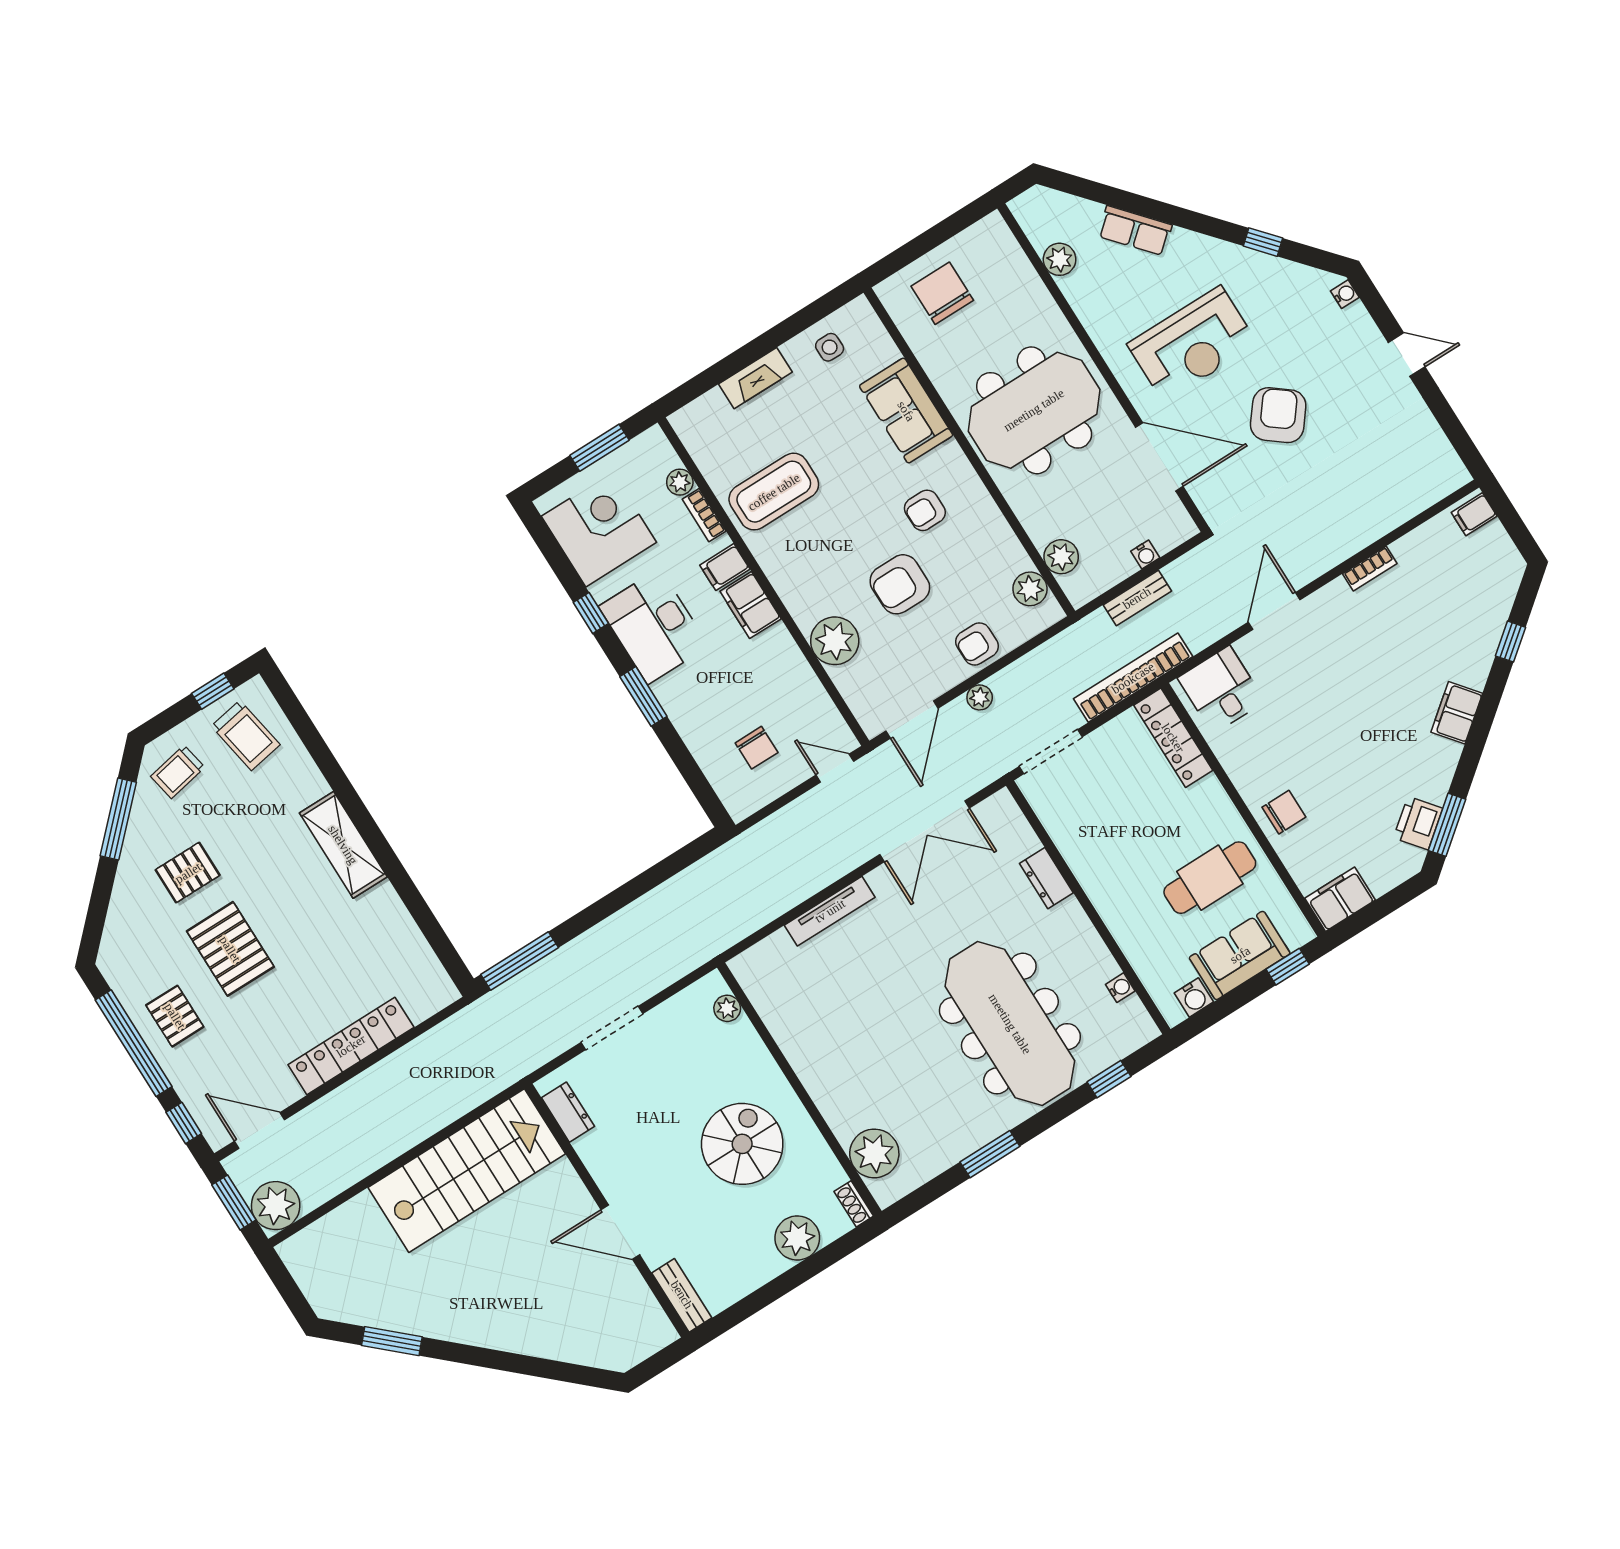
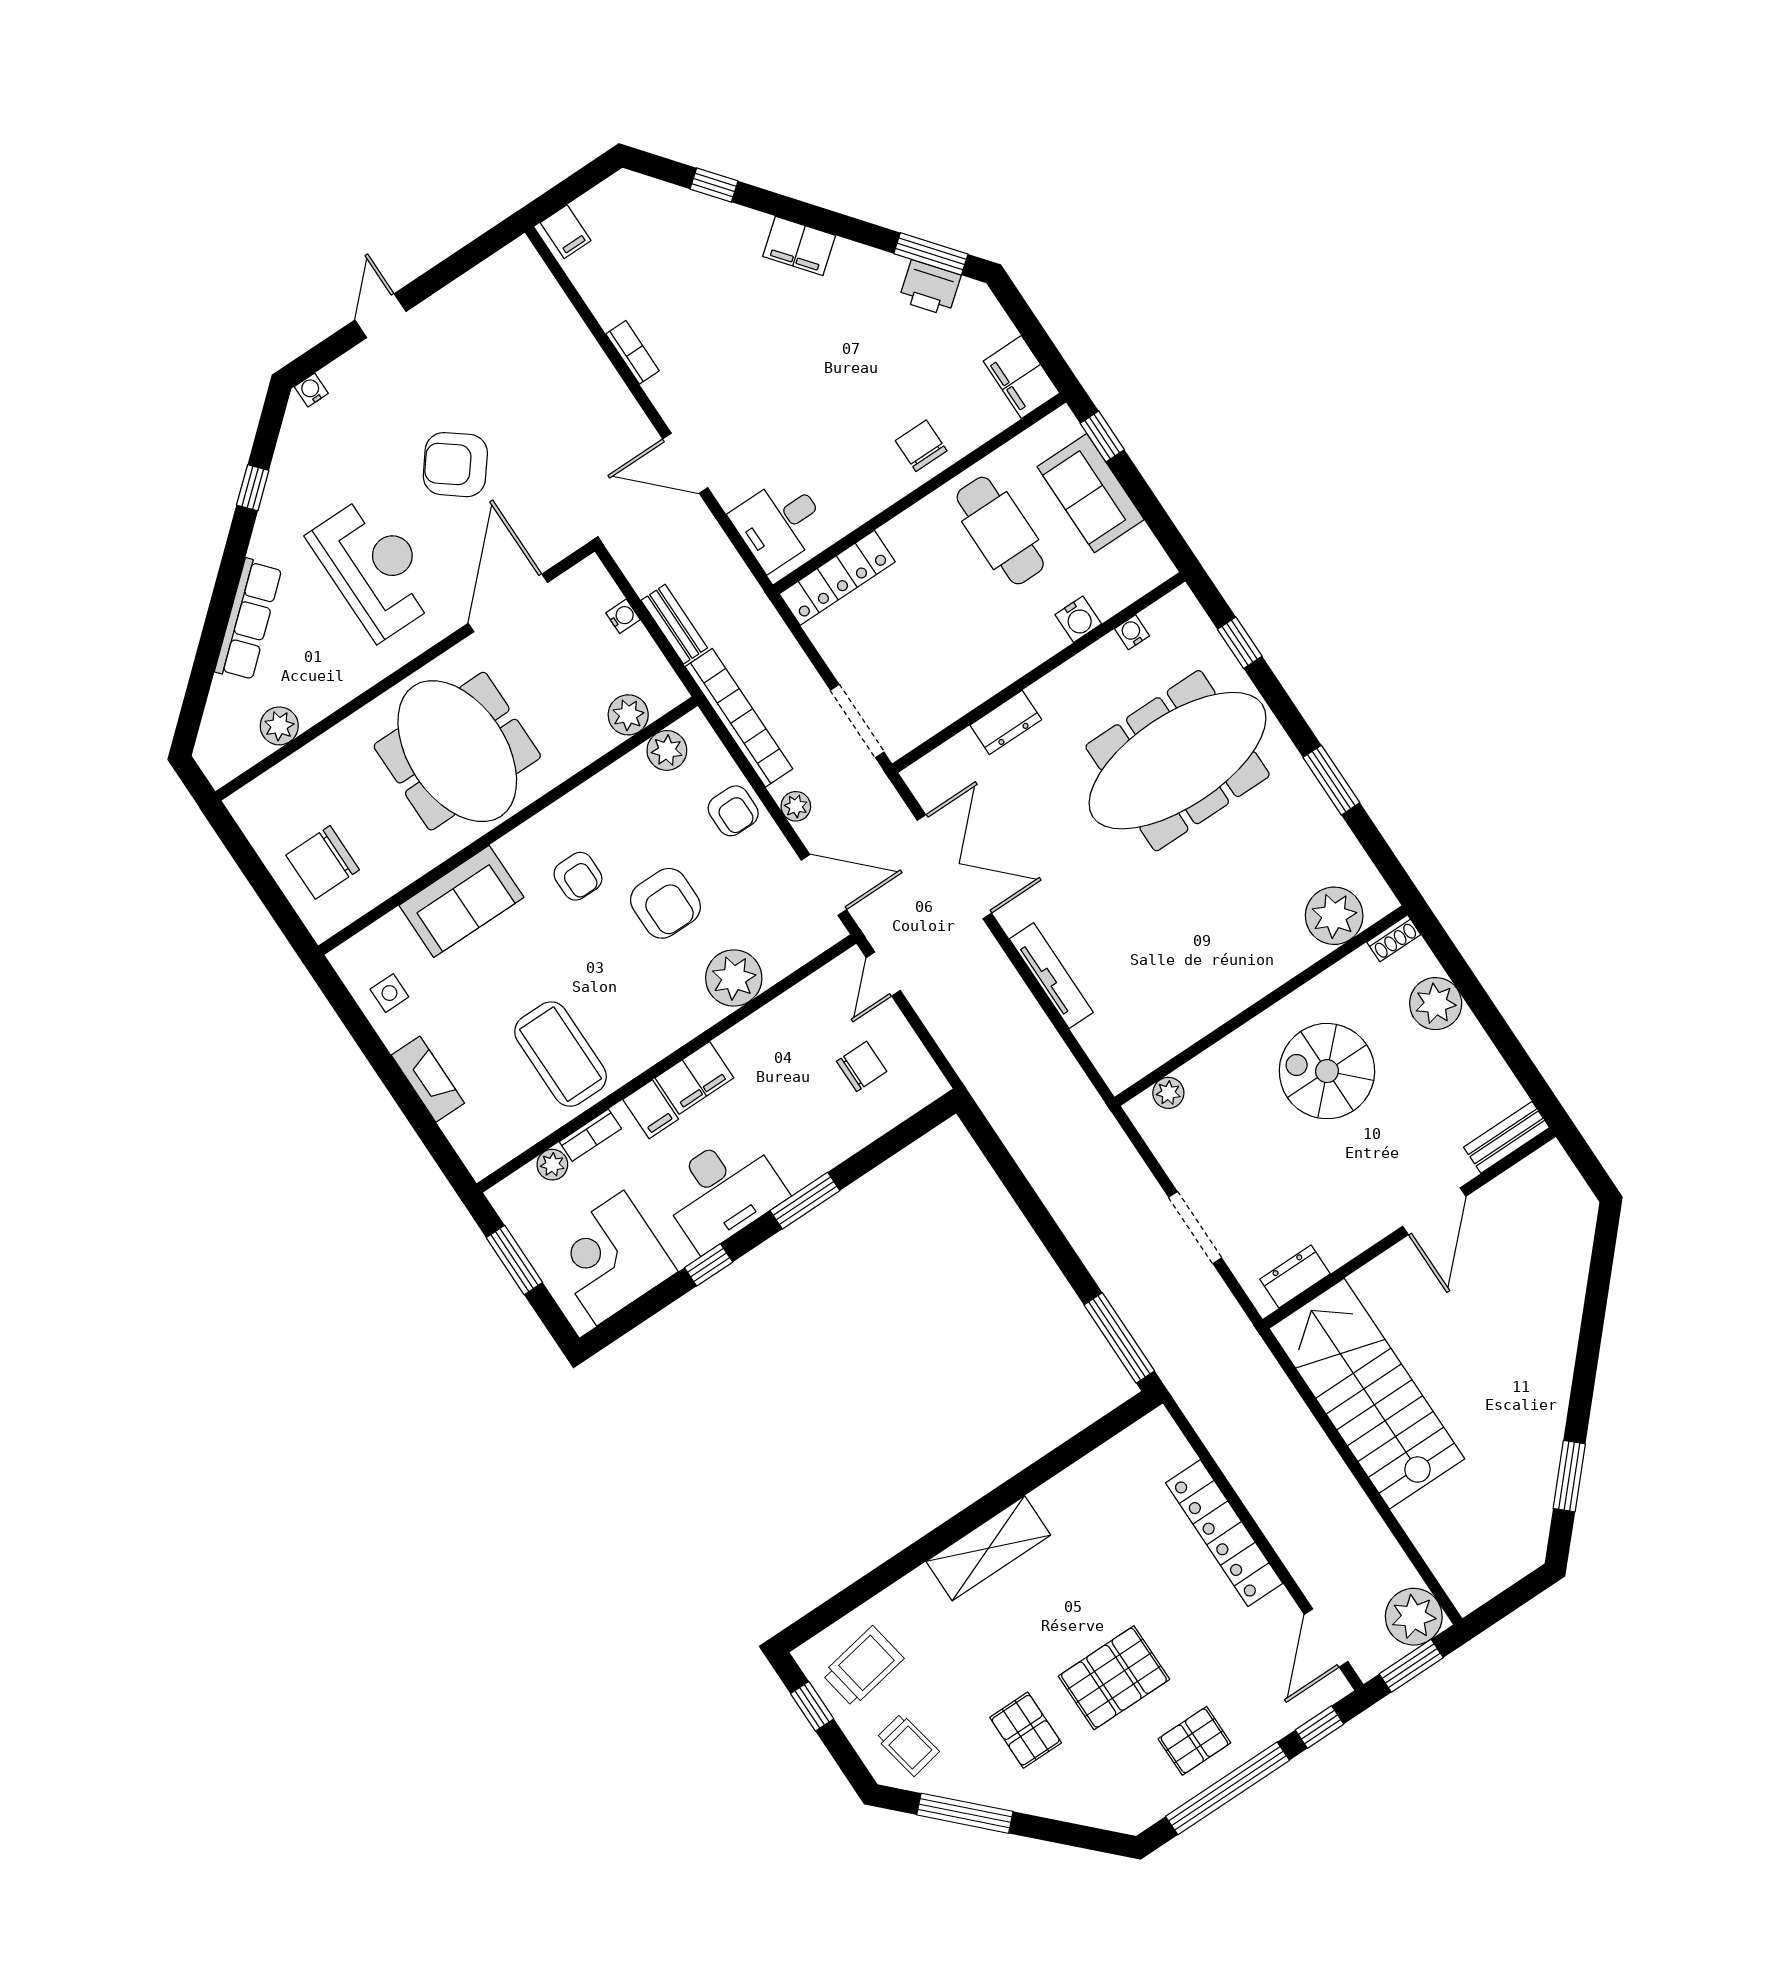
row of seats: (1135, 231) -> (248, 620), width x1.48
bookcase: (1133, 678) -> (739, 718), moved, turned 180
water cooler: (1194, 997) -> (1078, 619), moved, turned 90

